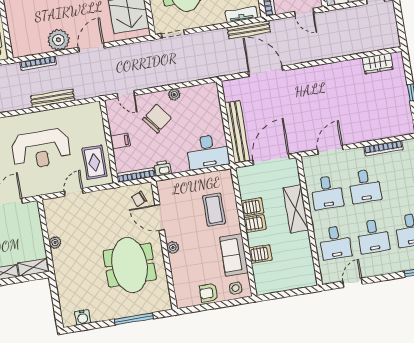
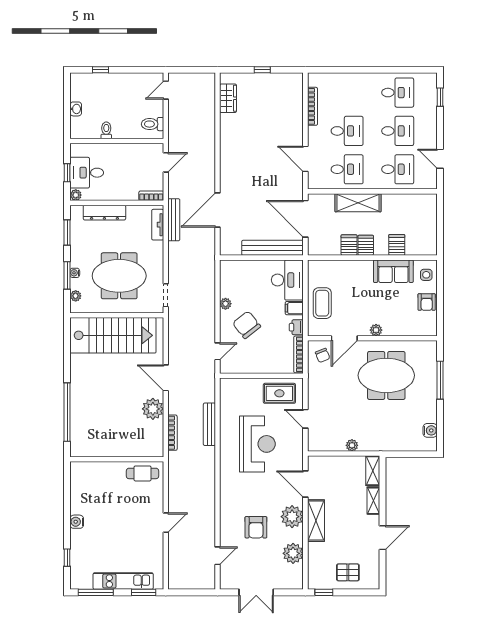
filing cabinet: (120, 141) -> (294, 308), moved, turned -90
coffee table: (214, 210) -> (322, 303), moved, turned 90

